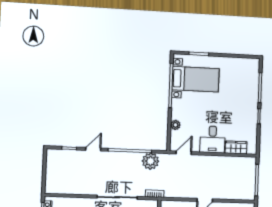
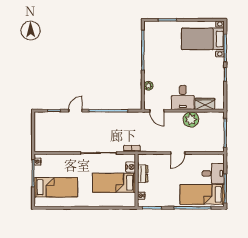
bed with nightstands: (196, 79) -> (203, 39), moved, turned 180
door: (184, 153) -> (157, 111), swing flipped
plant: (150, 161) -> (191, 119), moved

